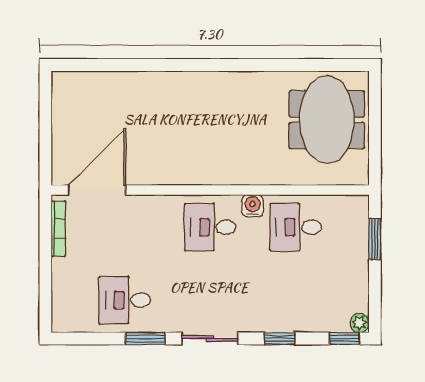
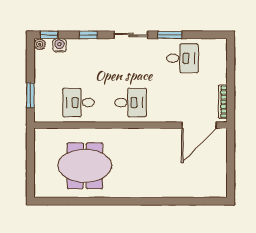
meeting table: (327, 120) -> (85, 166), moved, turned 90
water cooler: (253, 206) -> (59, 45), moved, turned 180
desk: (296, 227) -> (79, 103), turned 180

